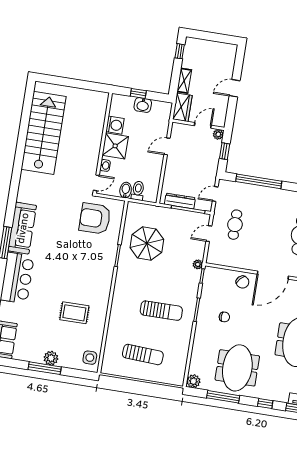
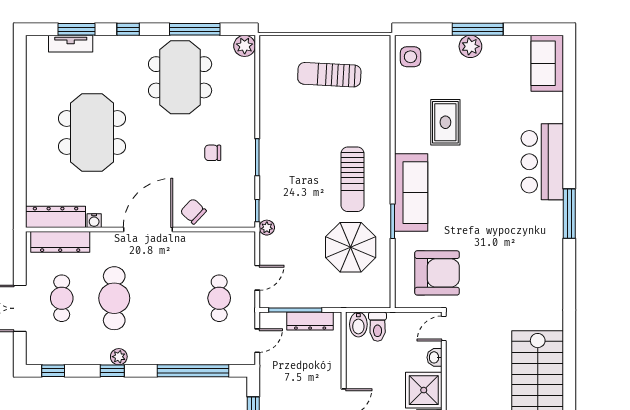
bidet: (126, 190) -> (358, 324), moved
sofa: (22, 228) -> (411, 193), moved, turned 180
sun lounger: (161, 311) -> (353, 179), moved, turned -90
rug: (74, 313) -> (445, 122), turned 90

